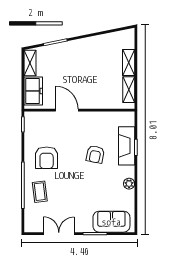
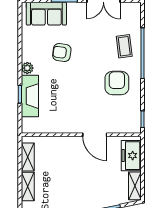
armchair: (95, 154) -> (62, 52), moved, turned -93
plant: (129, 184) -> (27, 68), moved

